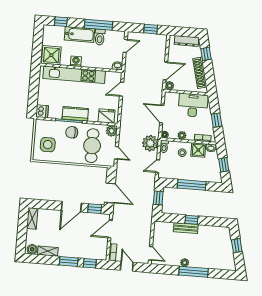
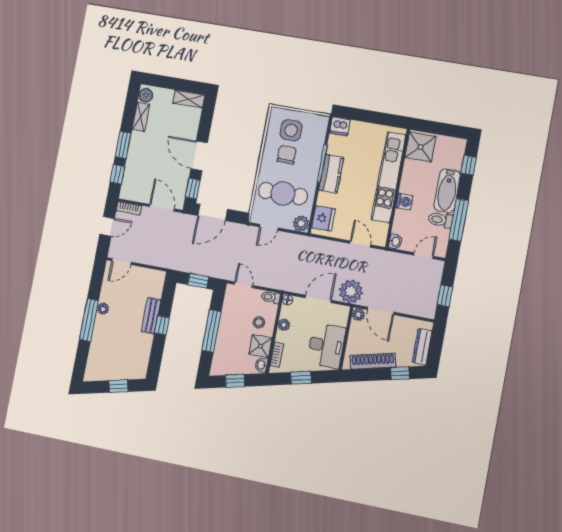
door: (125, 46) -> (423, 256), swing flipped
washing machine: (76, 61) -> (404, 202), moved
chair: (72, 132) -> (287, 155), moved
plant: (150, 143) -> (351, 291), moved

